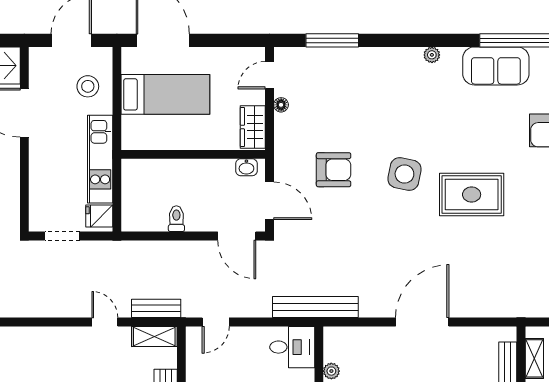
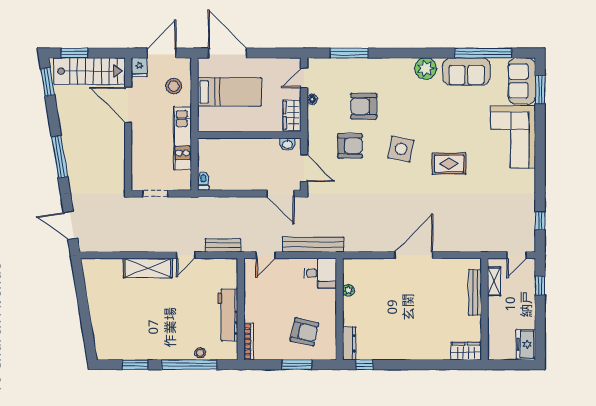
plant: (432, 55) -> (426, 68), width x1.88, depth x1.88
armchair: (353, 114) -> (364, 106), added
rug: (472, 195) -> (449, 164), width x0.73, depth x0.70
fridge: (99, 216) -> (139, 67), moved, turned -90
toilet: (176, 219) -> (203, 181), moved
bench: (315, 307) -> (313, 244), moved
door: (105, 322) -> (186, 255), swing flipped
shelving: (154, 337) -> (148, 268), moved, width x1.50, depth x1.33

